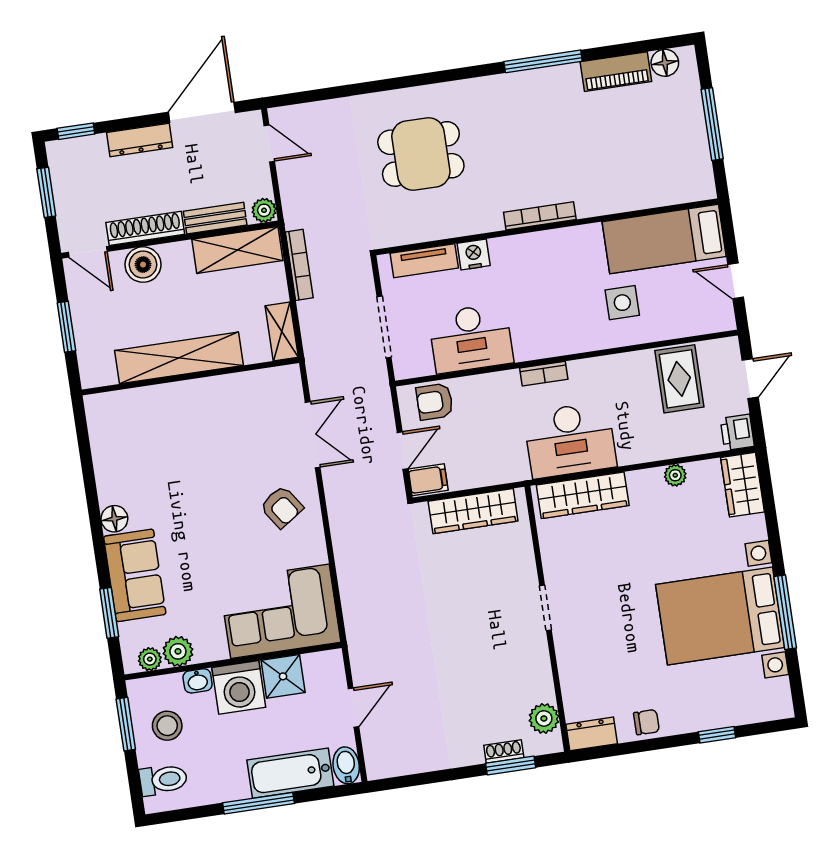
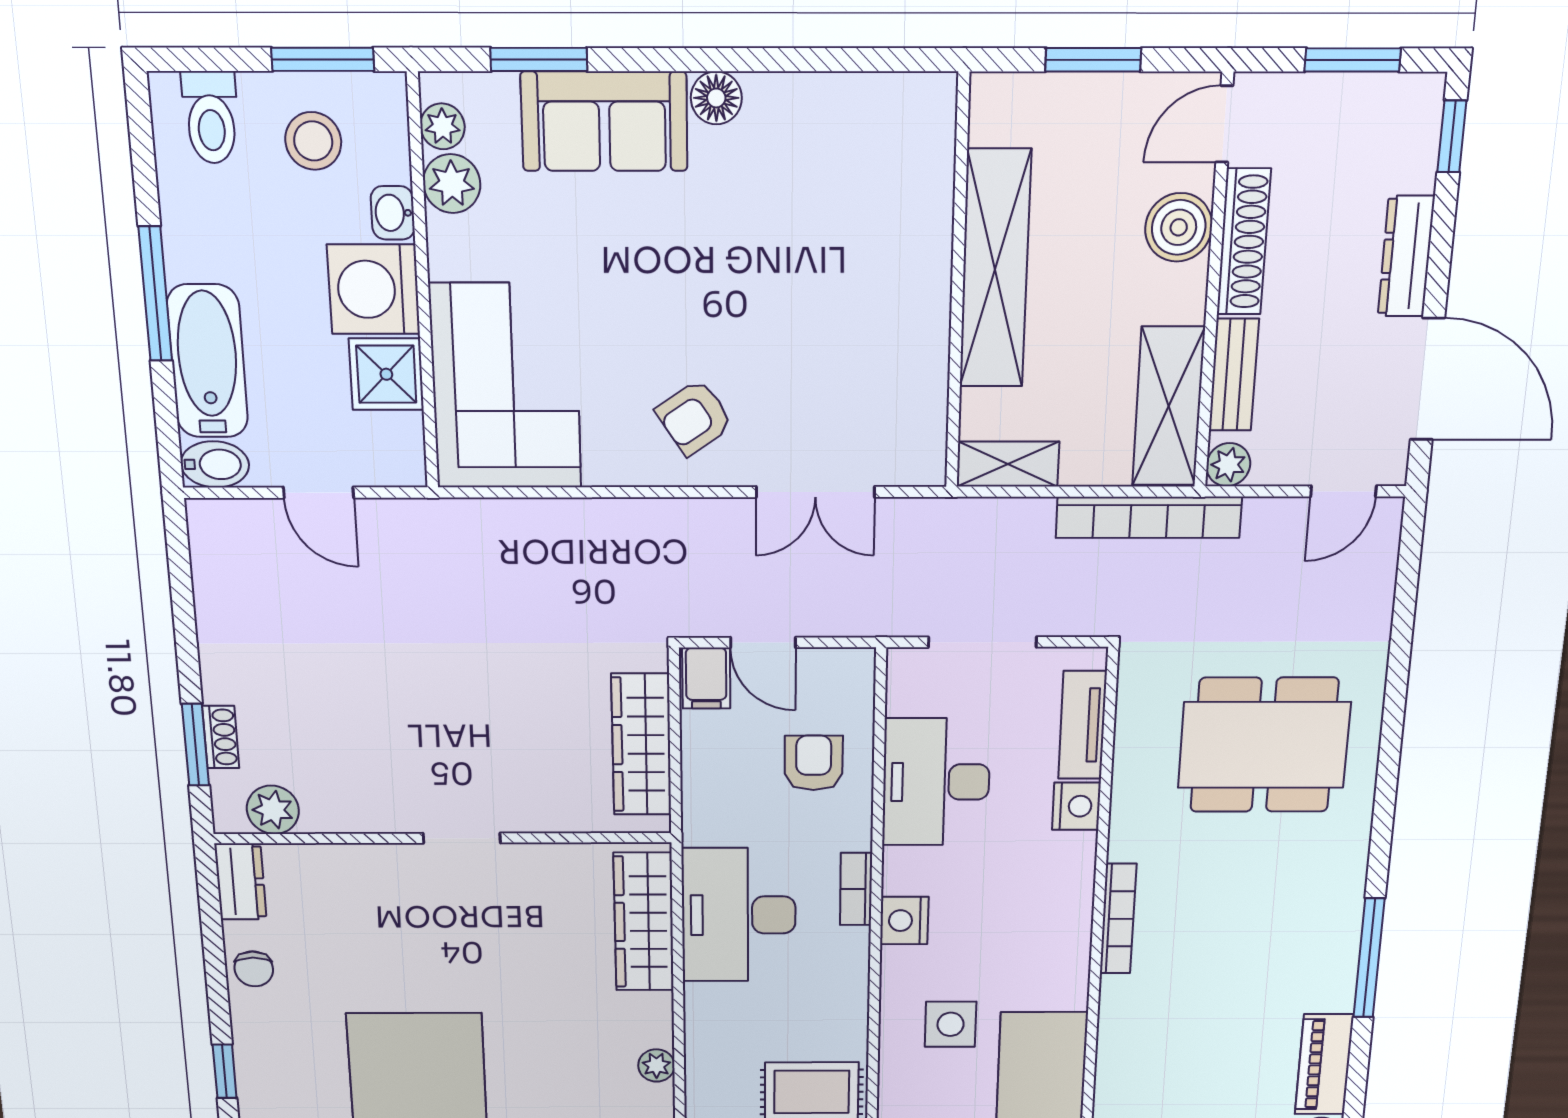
dining table: (421, 154) -> (1264, 745), width x1.38
bookcase: (299, 265) -> (1149, 517), width x1.48, depth x1.31
nightstand: (559, 342) -> (904, 921), added
armchair: (435, 402) -> (814, 763), moved

